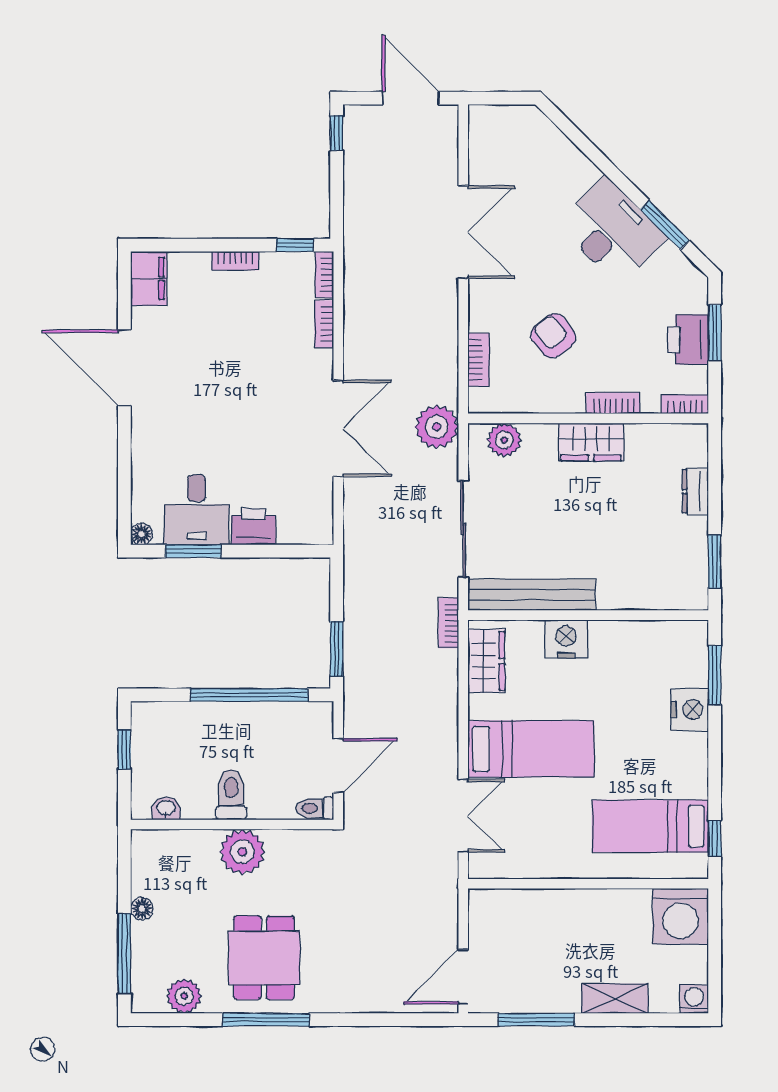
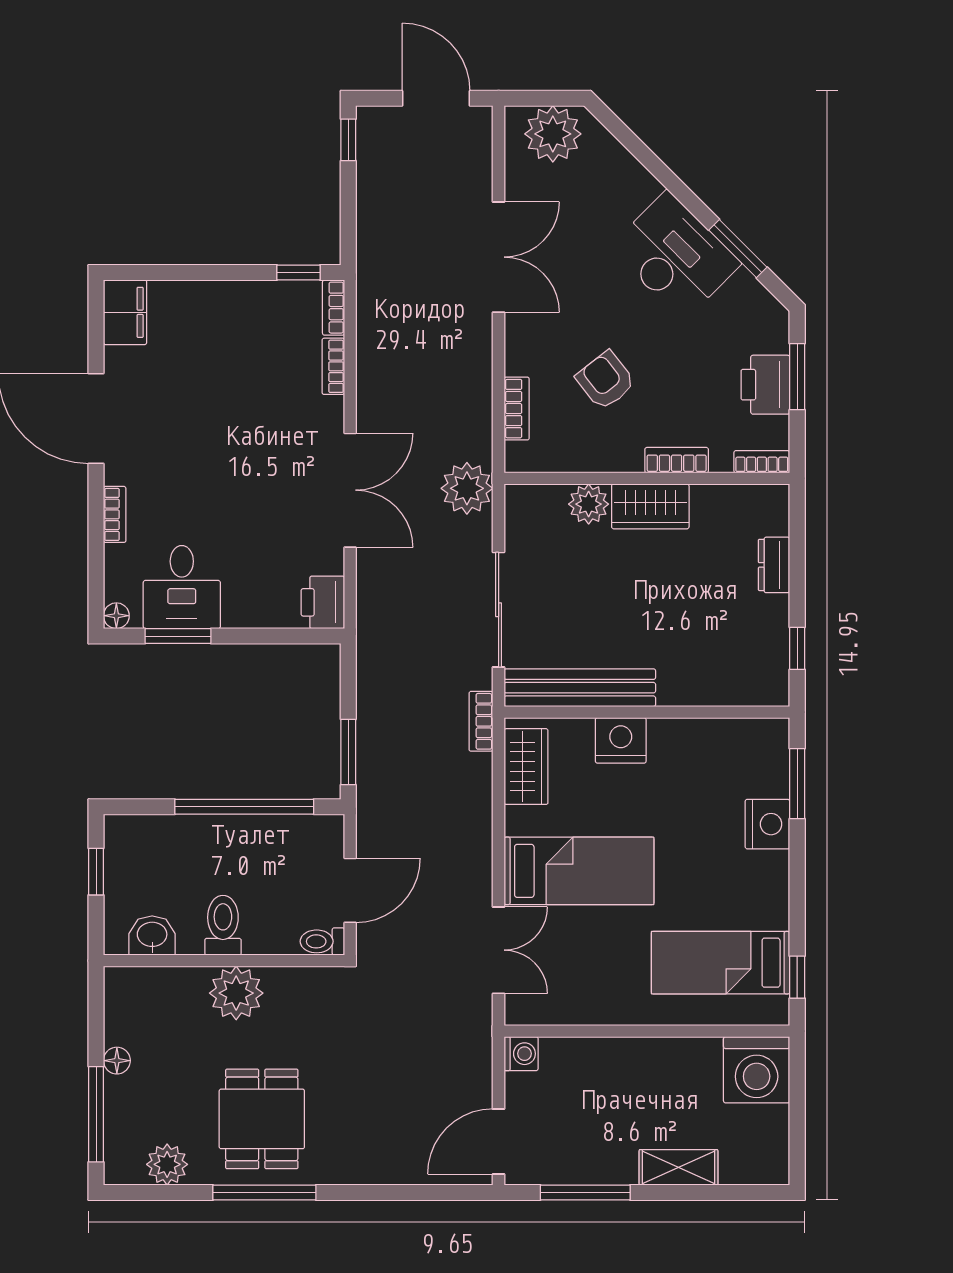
plant: (509, 128) -> (553, 134), added
bookcase: (235, 261) -> (115, 514), moved, turned -90
plant: (504, 440) -> (589, 504), moved
printer: (254, 527) -> (323, 602), moved, turned -90
window: (715, 562) -> (797, 648), width x0.67
washbasin: (166, 808) -> (152, 936), width x1.38, depth x1.45
washing machine: (694, 999) -> (521, 1054), moved, turned 90

